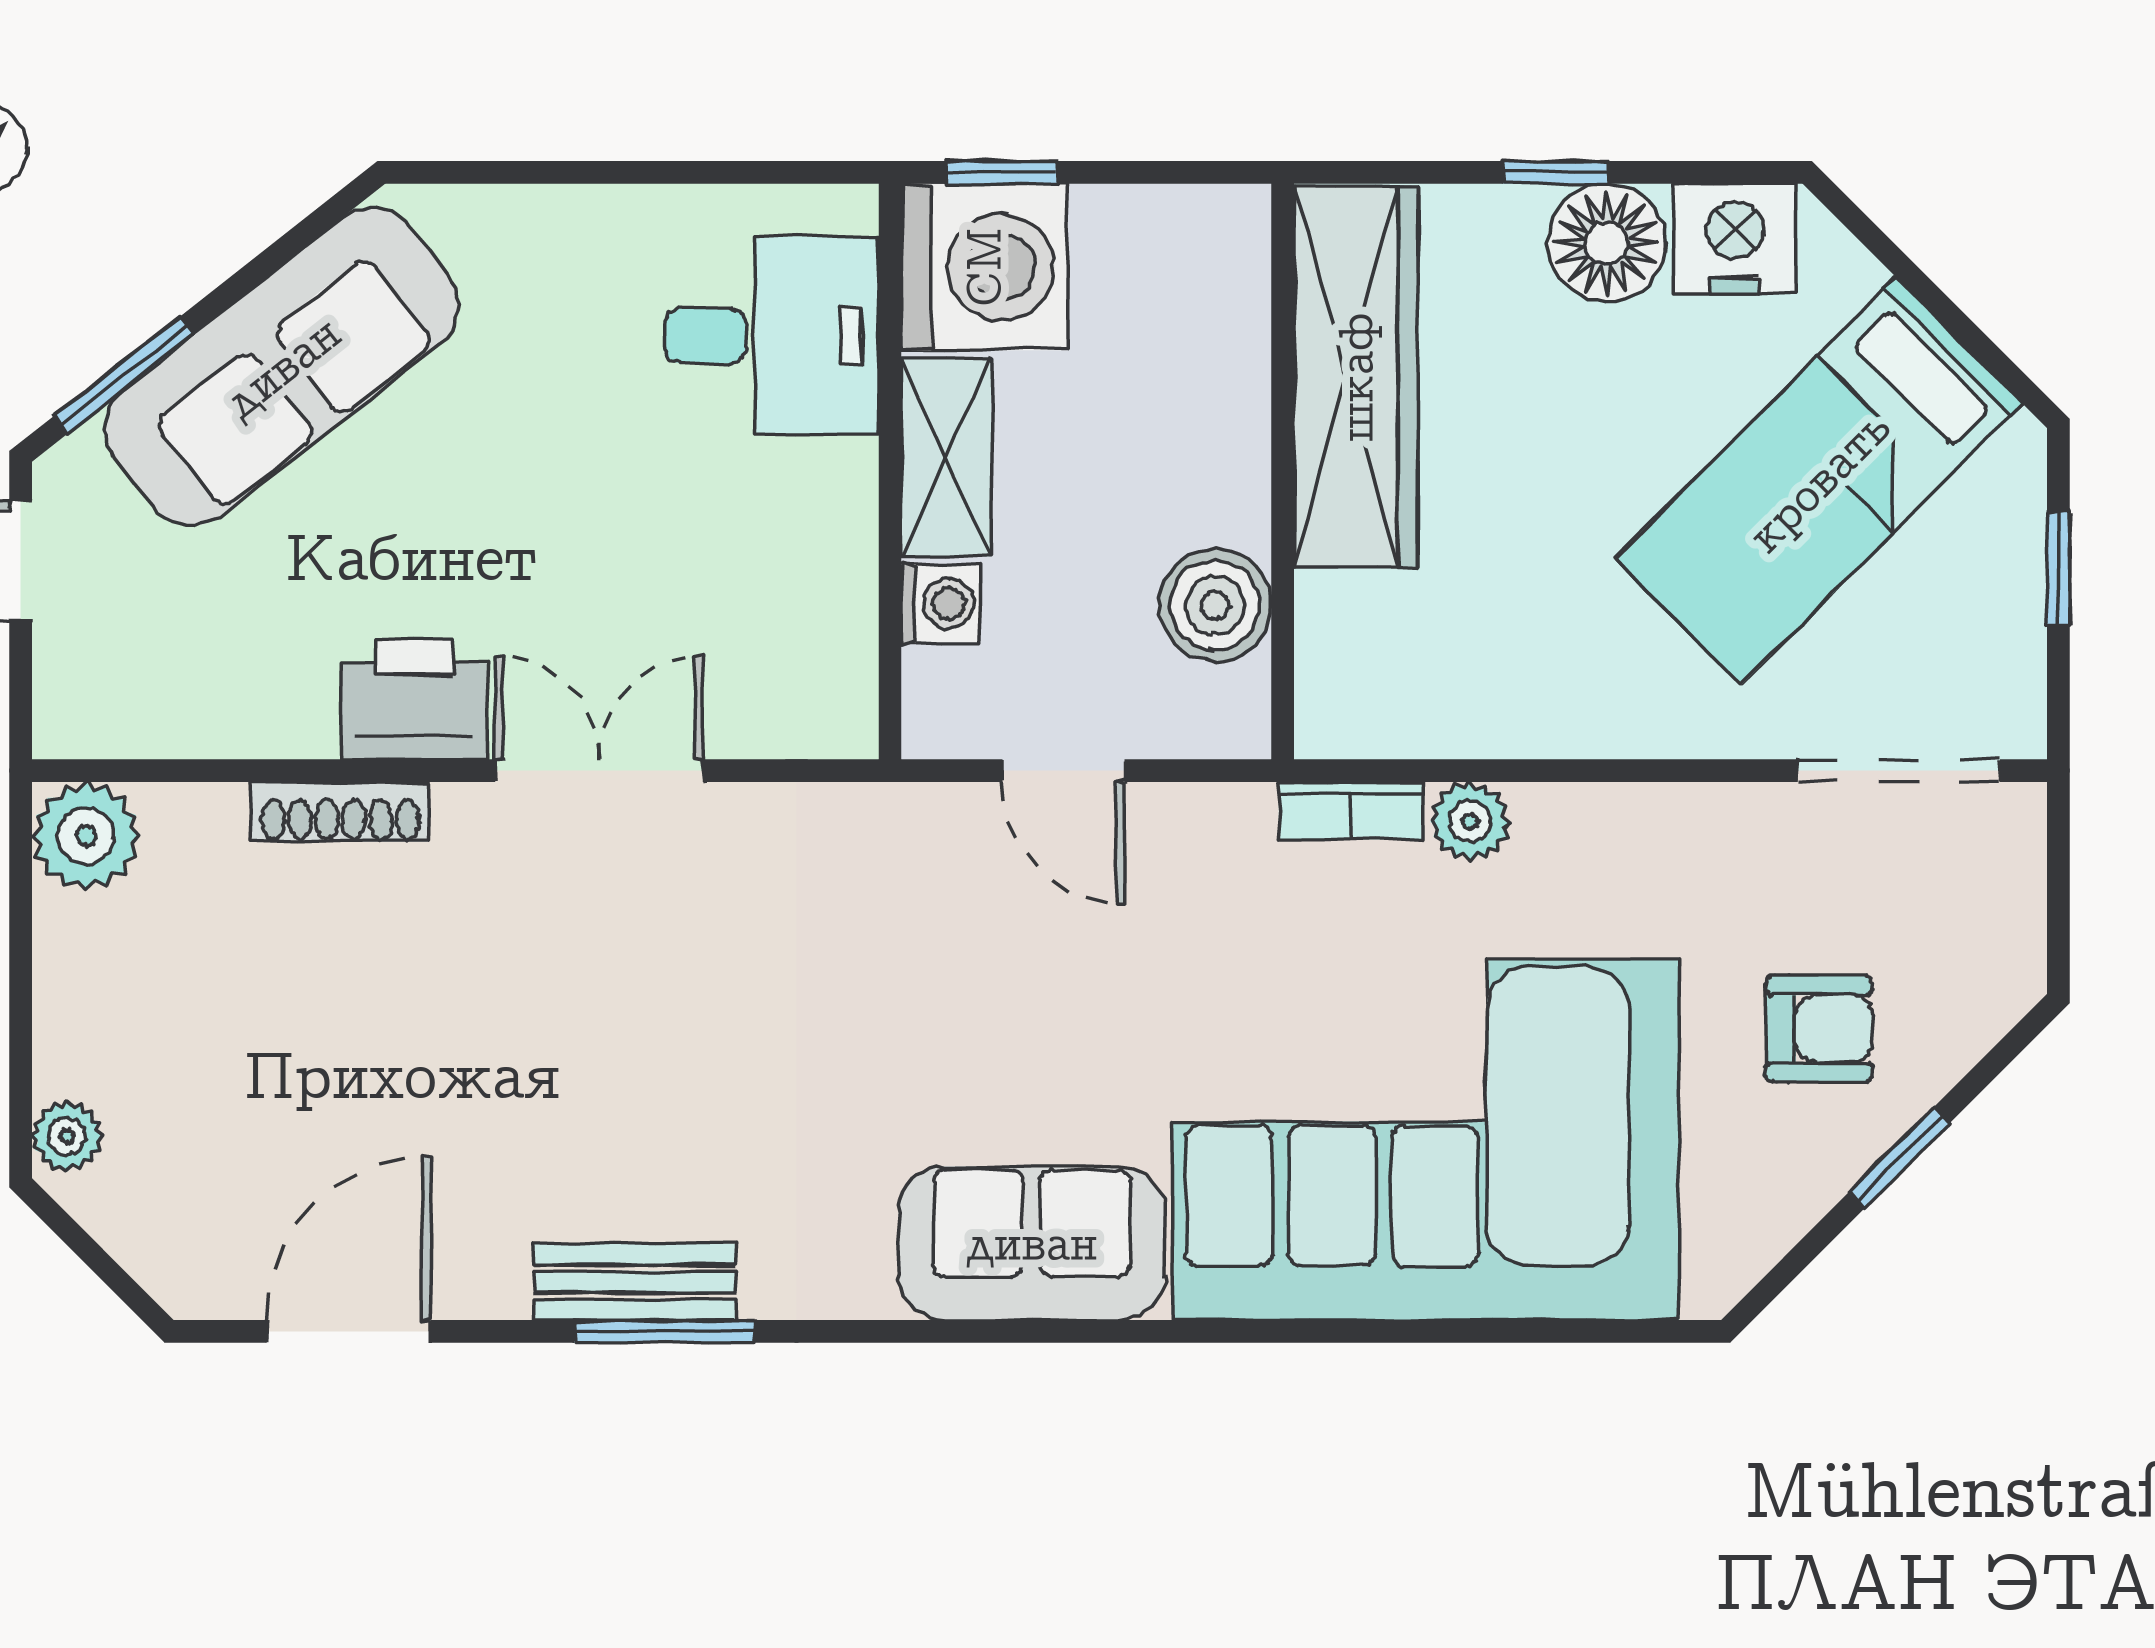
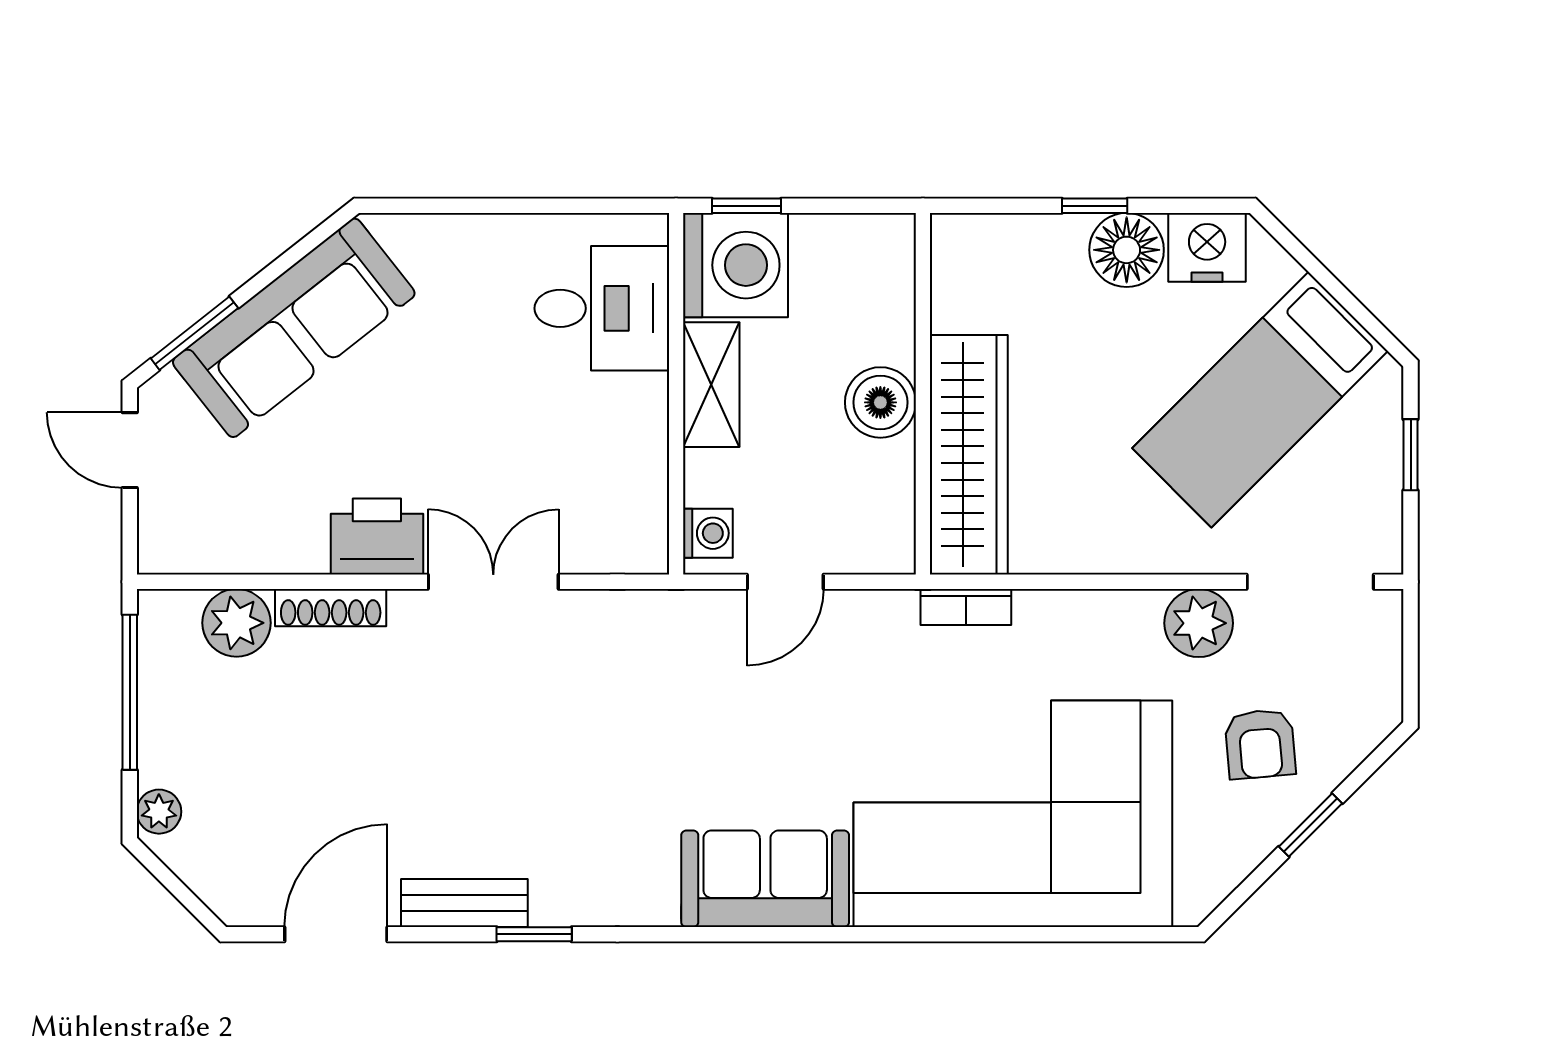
wardrobe: (1356, 377) -> (969, 455), moved
washing machine: (940, 603) -> (708, 533), moved
boiler: (1215, 605) -> (880, 402), moved
door: (1064, 771) -> (785, 582), hinge flipped
plant: (1470, 821) -> (1199, 623), moved, width x1.38, depth x1.38
plant: (86, 836) -> (237, 623), moved
window: (21, 947) -> (130, 692), added
armchair: (1819, 1029) -> (1260, 744), turned 85
bench: (635, 1282) -> (464, 903), moved
window: (664, 1331) -> (534, 934), width x0.67

